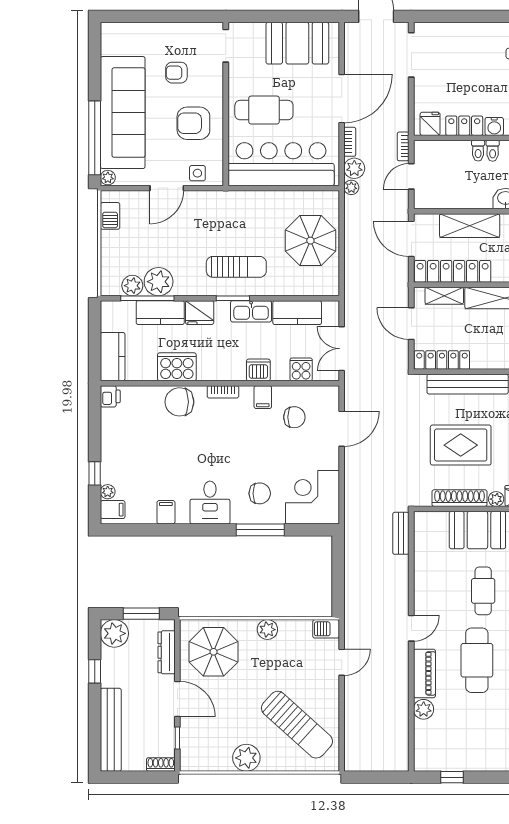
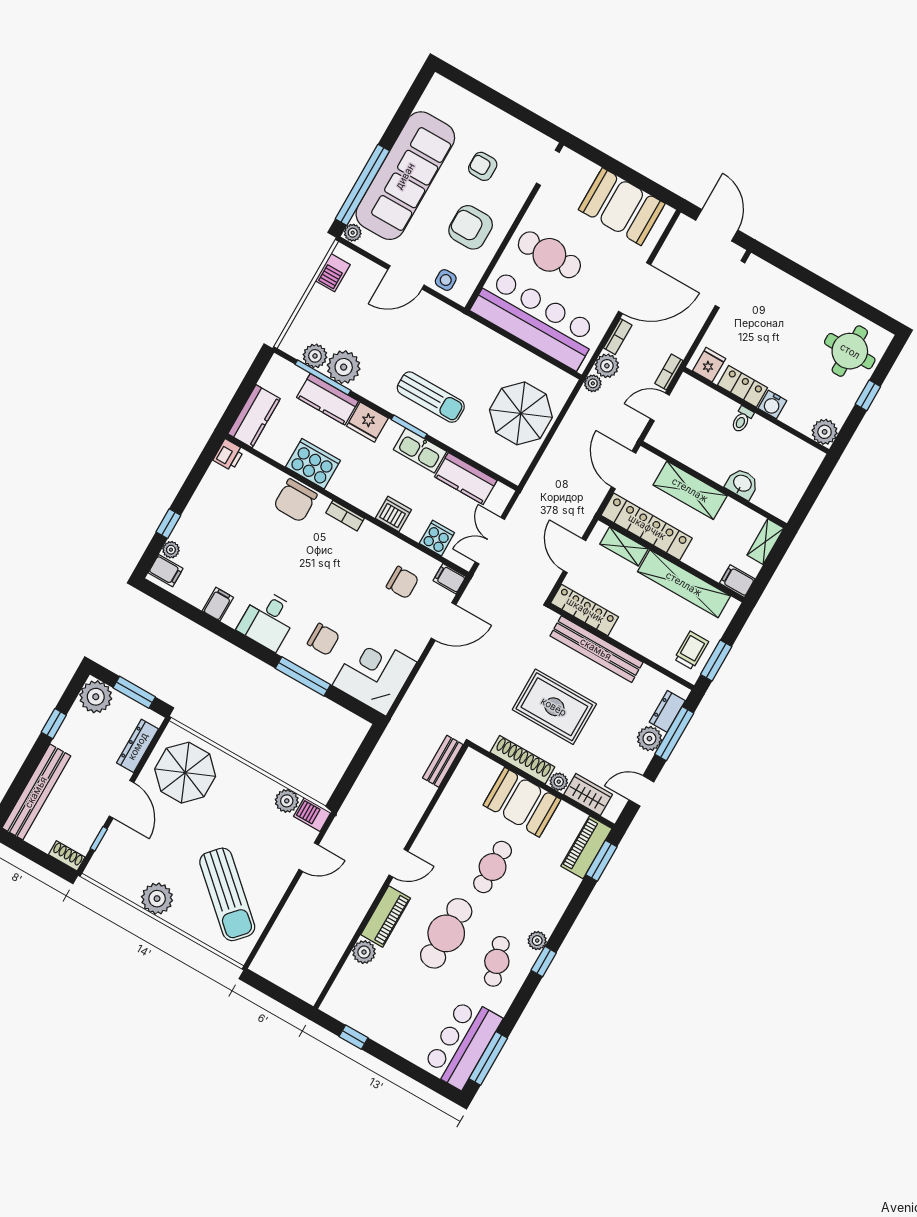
toilet: (493, 151) -> (757, 428), removed
filing cabinet: (263, 397) -> (450, 579), moved, turned 90
chair: (179, 402) -> (295, 500), turned -90
plant: (267, 630) -> (287, 801), moved

